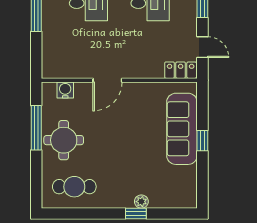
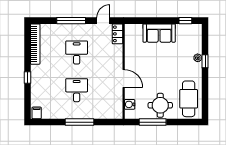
sofa: (182, 129) -> (159, 33), width x0.73
window: (202, 141) -> (185, 21), moved
cafe table: (74, 187) -> (189, 99), width x1.37, depth x1.35

